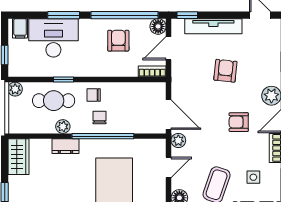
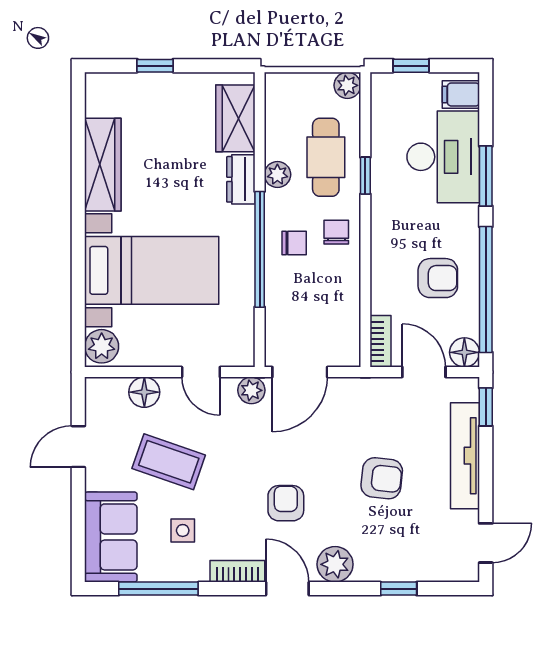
wardrobe: (18, 157) -> (235, 118), moved, turned 90

